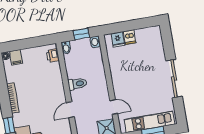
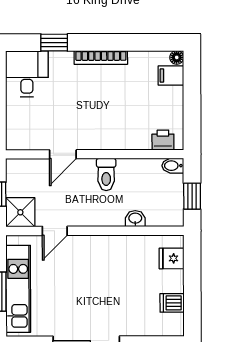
dishwasher: (130, 37) -> (172, 303), moved
washbasin: (95, 42) -> (135, 219), moved
door: (70, 110) -> (63, 154), swing flipped

